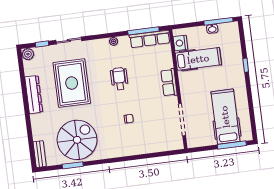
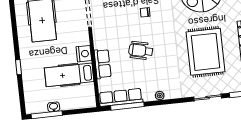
nightstand: (180, 43) -> (84, 54), moved
wheelchair: (119, 79) -> (141, 51), moved, turned 103
row of seats: (169, 83) -> (103, 64), moved

